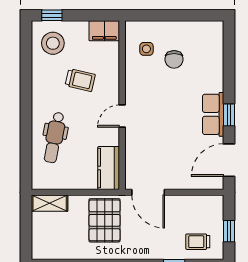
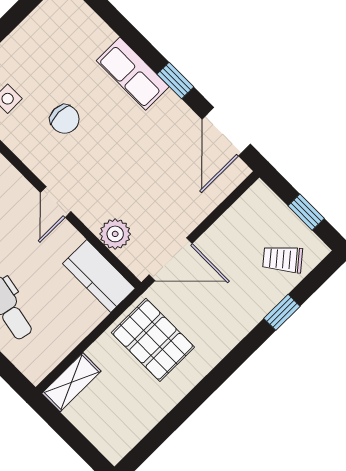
chair: (174, 59) -> (65, 119), moved
row of seats: (213, 114) -> (133, 74), moved
plant: (135, 157) -> (115, 234), added
trolley: (198, 242) -> (283, 259), turned 50

